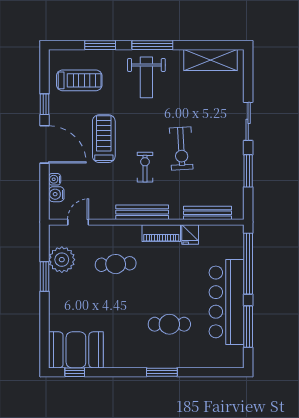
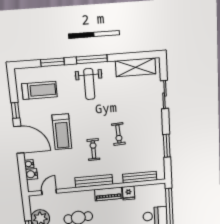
sliding door: (248, 121) -> (164, 95), moved
treadmill: (104, 139) -> (62, 132), turned 180
exercise bike: (181, 148) -> (118, 134), width x0.73, depth x0.72

